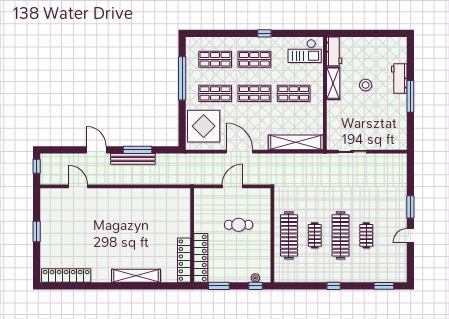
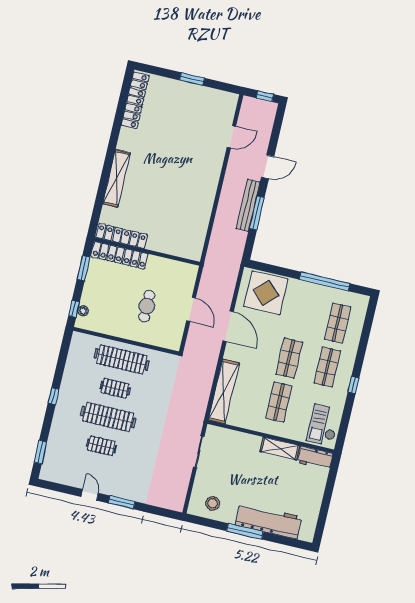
workbench: (399, 79) -> (269, 521), width x1.88, depth x1.32
stool: (366, 85) -> (213, 503), moved
shop shelf: (215, 93) -> (299, 314), removed
door: (239, 152) -> (228, 326), hinge flipped

